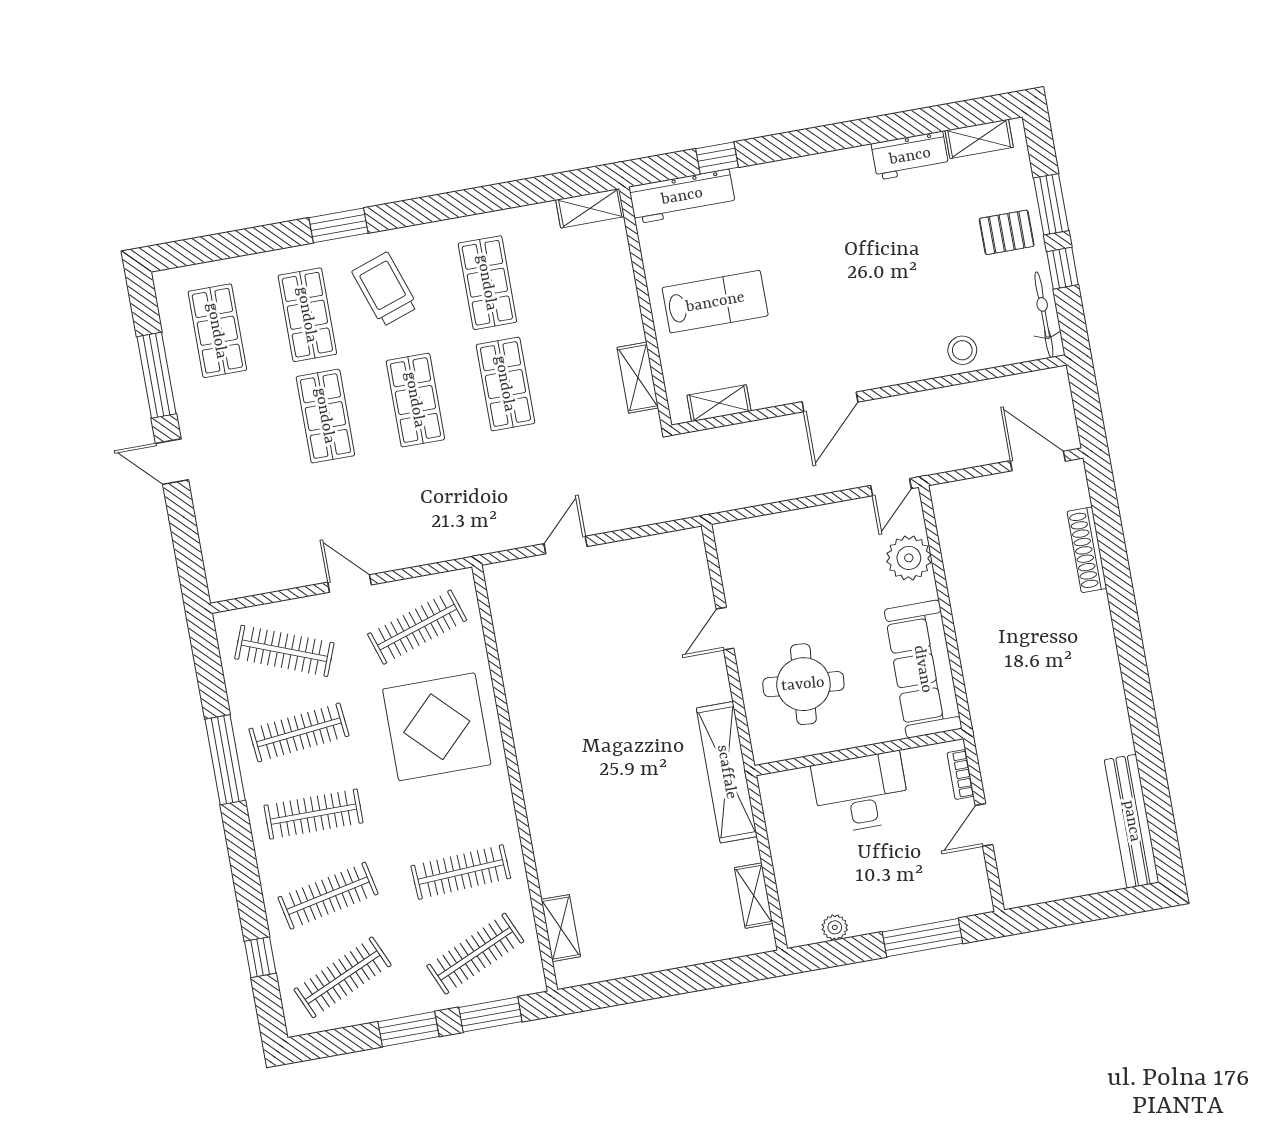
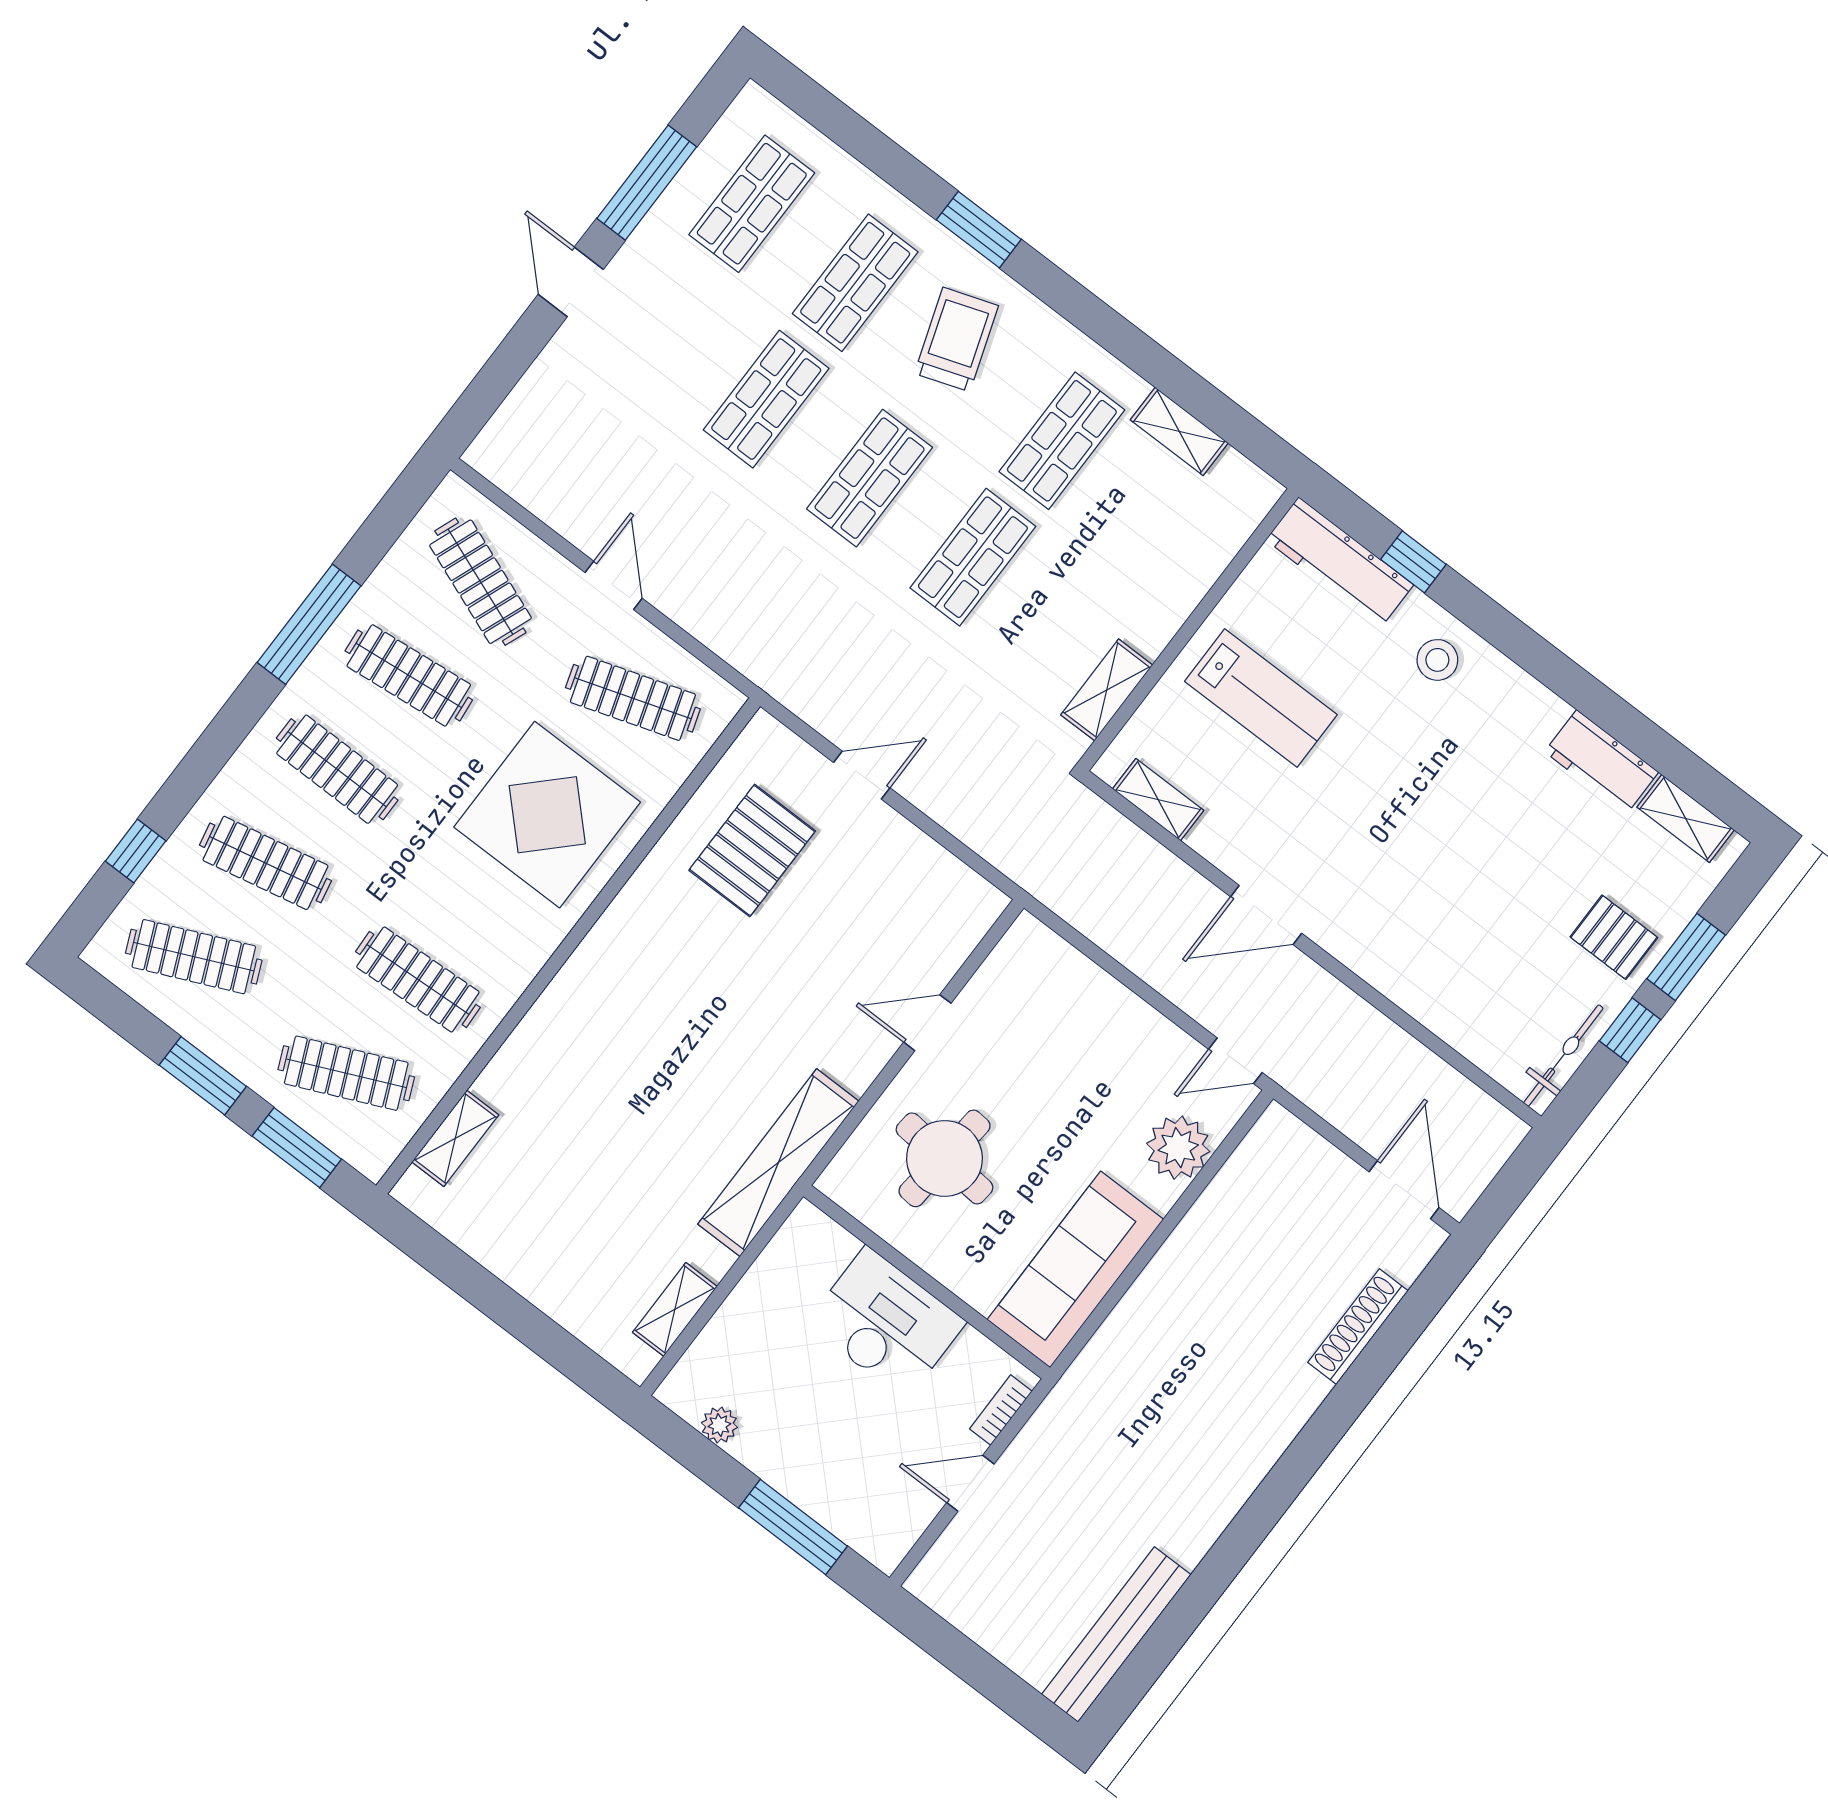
shelving: (590, 208) -> (1179, 431), moved
stool: (962, 350) -> (1437, 660), moved
pallet: (553, 638) -> (752, 851), added

